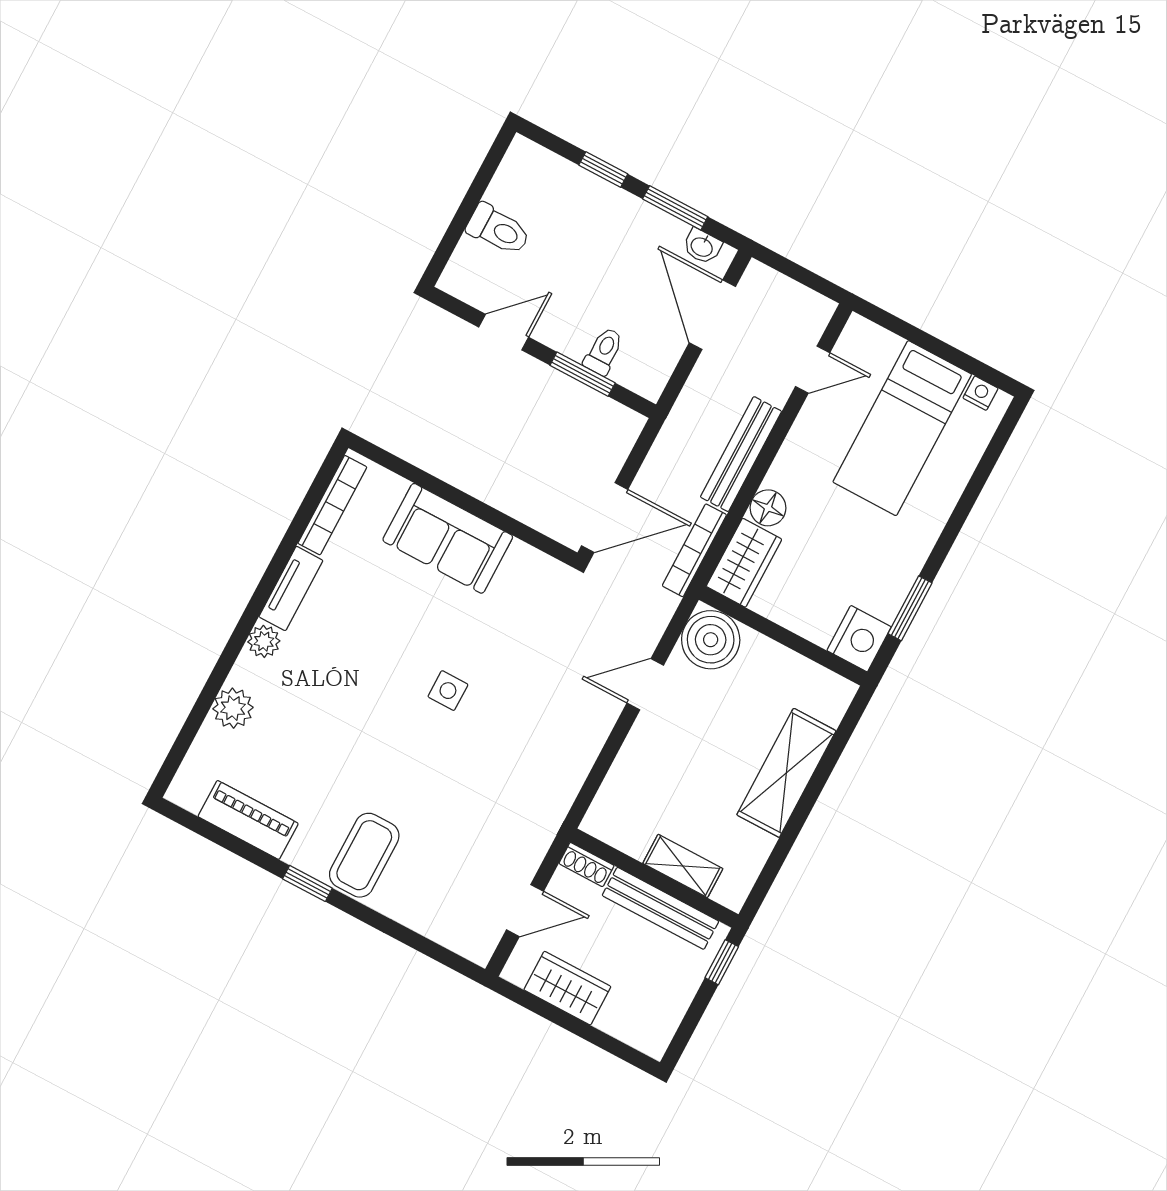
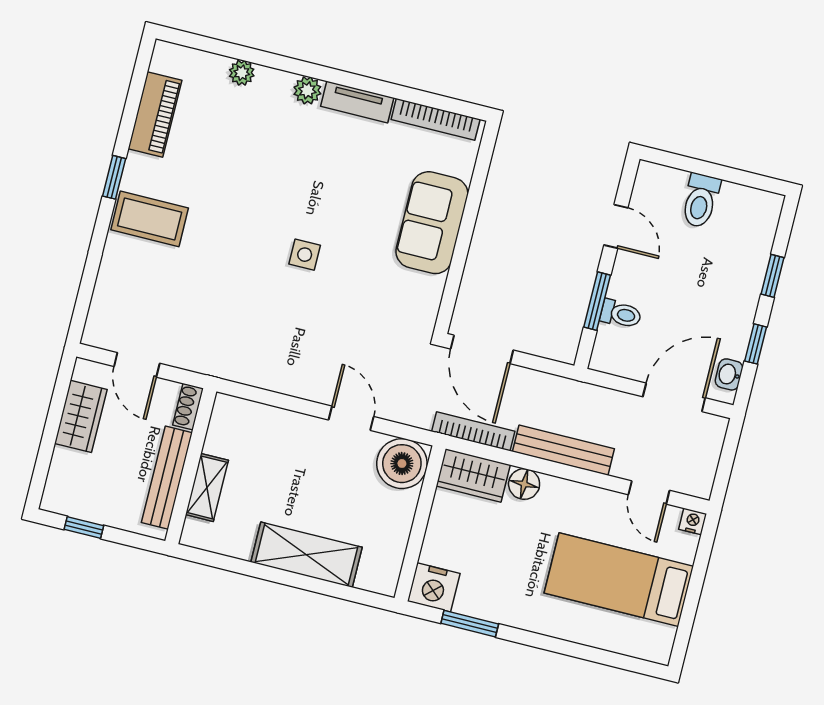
window: (675, 208) -> (756, 344), width x0.67
nightstand: (980, 393) -> (693, 521), moved, turned -90
plant: (233, 708) -> (242, 73), width x0.73, depth x0.73
window: (722, 962) -> (84, 527), moved

